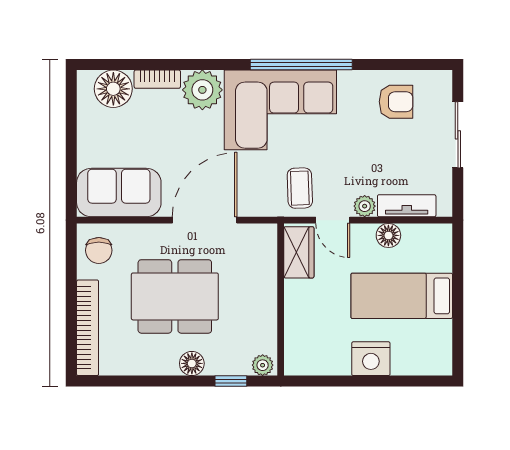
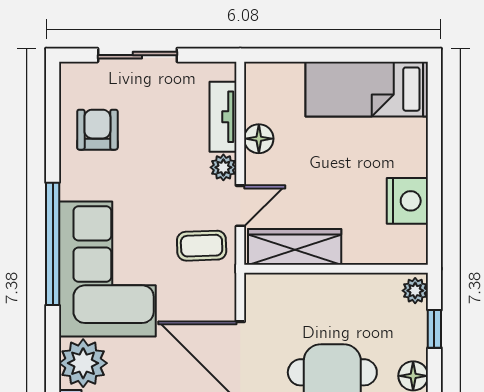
wardrobe: (299, 252) -> (295, 247), width x1.50
bed: (402, 296) -> (367, 89), moved, turned 90
nightstand: (371, 359) -> (407, 201), moved

